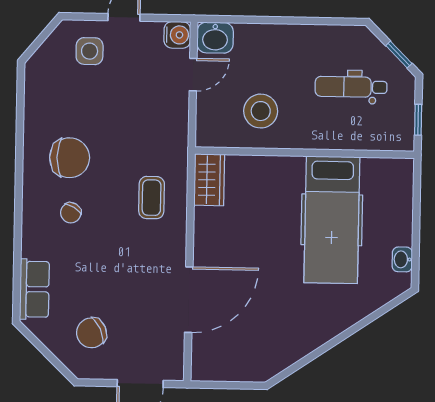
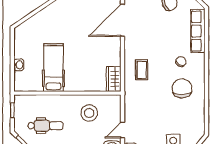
chair: (70, 158) -> (182, 88), turned 90
hospital bed: (332, 220) -> (53, 68), width x0.73, depth x0.78
washbasin: (402, 259) -> (19, 65), moved
row of seats: (34, 289) -> (198, 31), width x1.48

